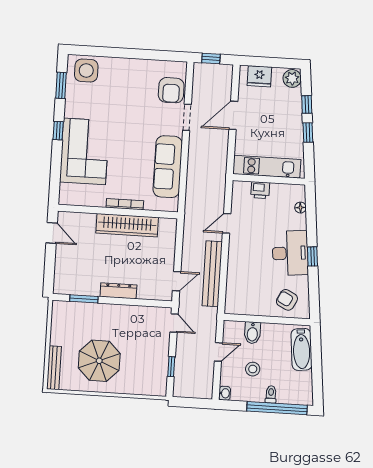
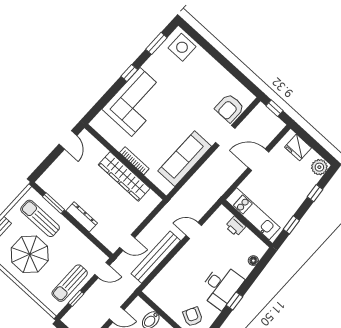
window: (308, 132) -> (291, 225), moved
sun lounger: (83, 322) -> (40, 218), added
door: (174, 323) -> (102, 270), hinge flipped
sun lounger: (155, 358) -> (70, 283), added

